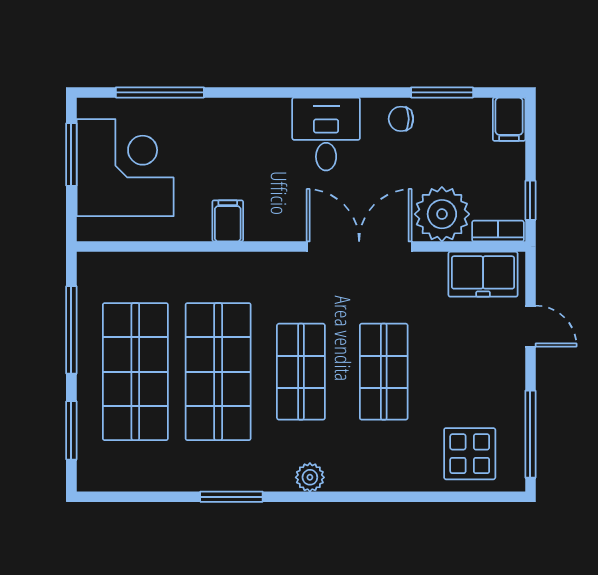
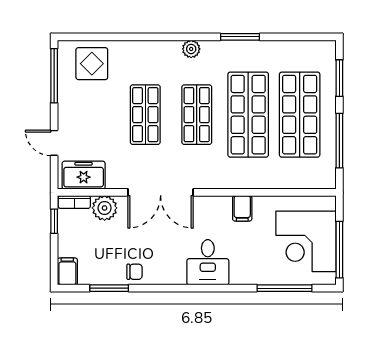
desk: (326, 134) -> (208, 262), moved
window: (71, 154) -> (339, 250), width x1.44
plant: (442, 214) -> (105, 208), width x0.73, depth x0.73

